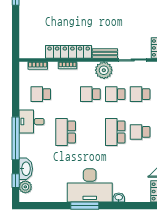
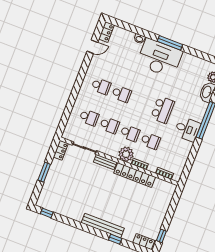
plant: (104, 70) -> (126, 154), moved
school desk: (41, 94) -> (150, 141), moved
school desk: (115, 132) -> (122, 94), width x0.54

